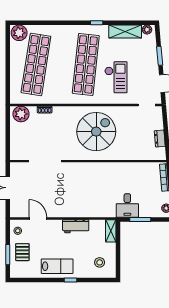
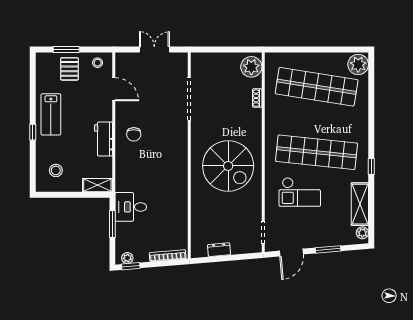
chair: (72, 203) -> (134, 134), added
door: (38, 218) -> (114, 89), hinge flipped
pallet: (22, 252) -> (69, 69), turned 90

